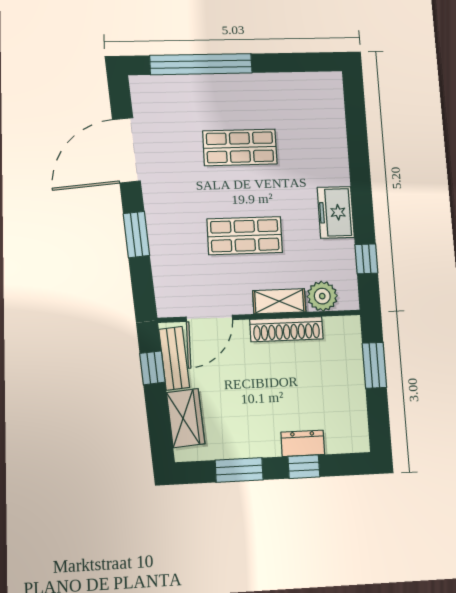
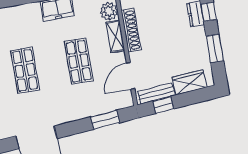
window: (136, 234) -> (105, 120), moved
door: (209, 318) -> (131, 76), swing flipped

